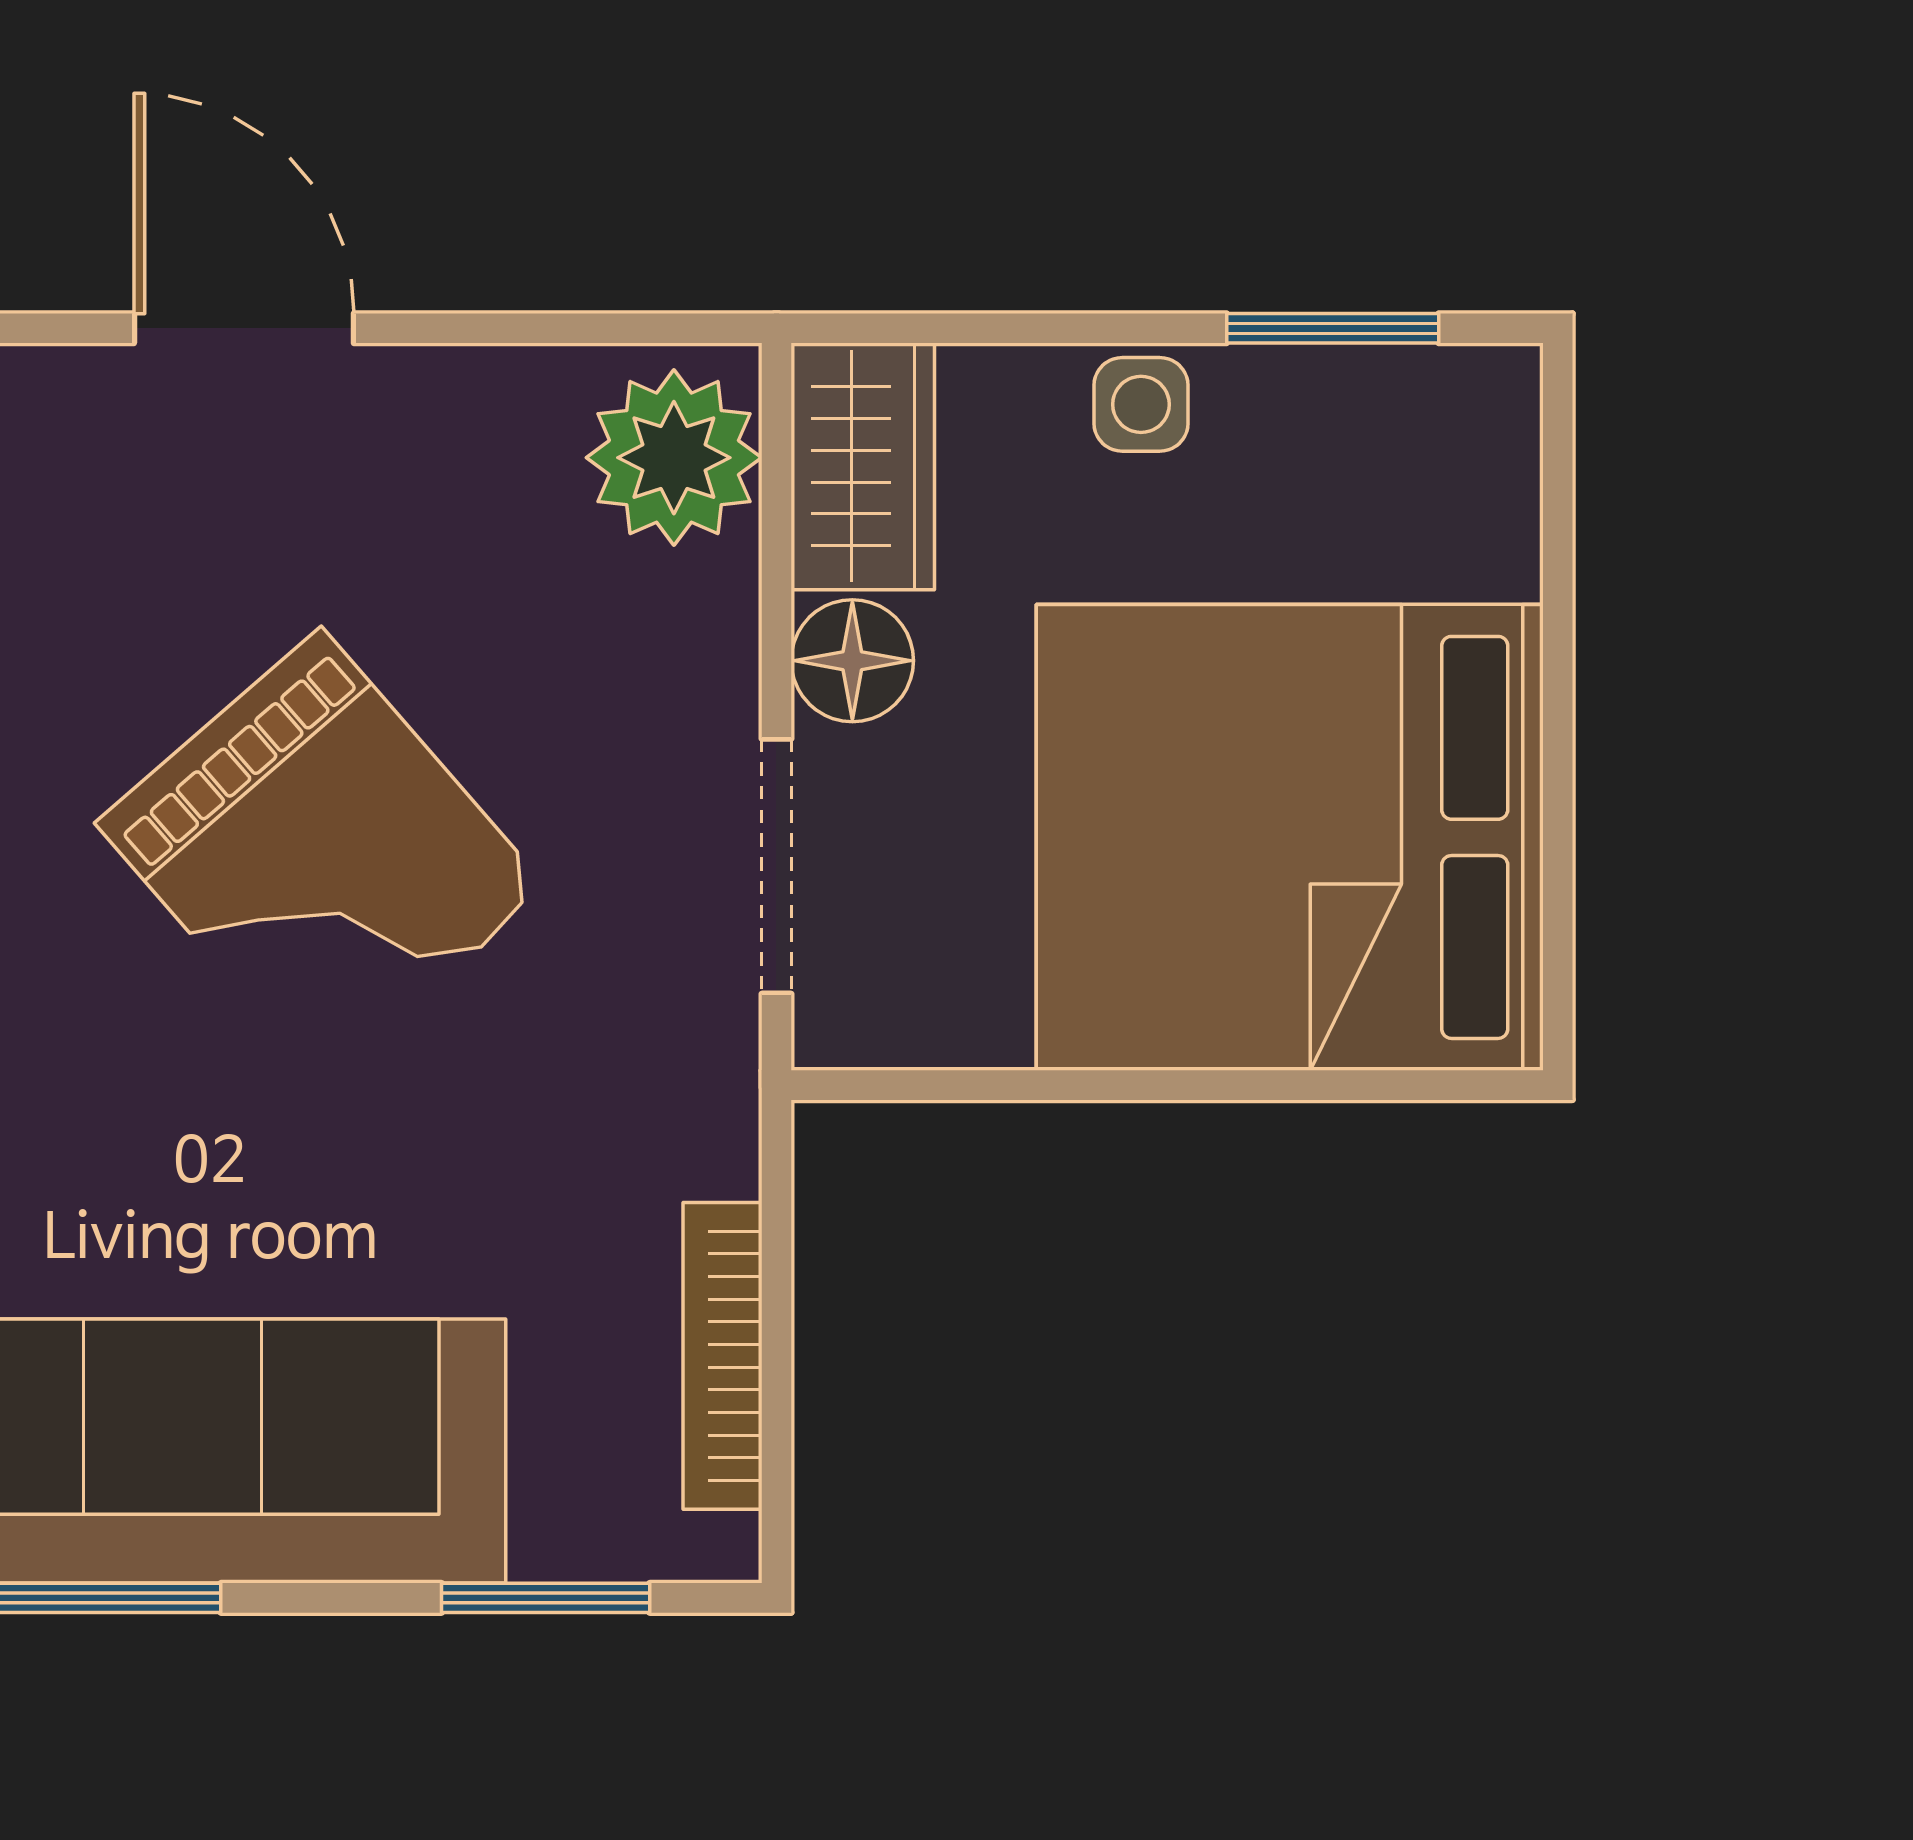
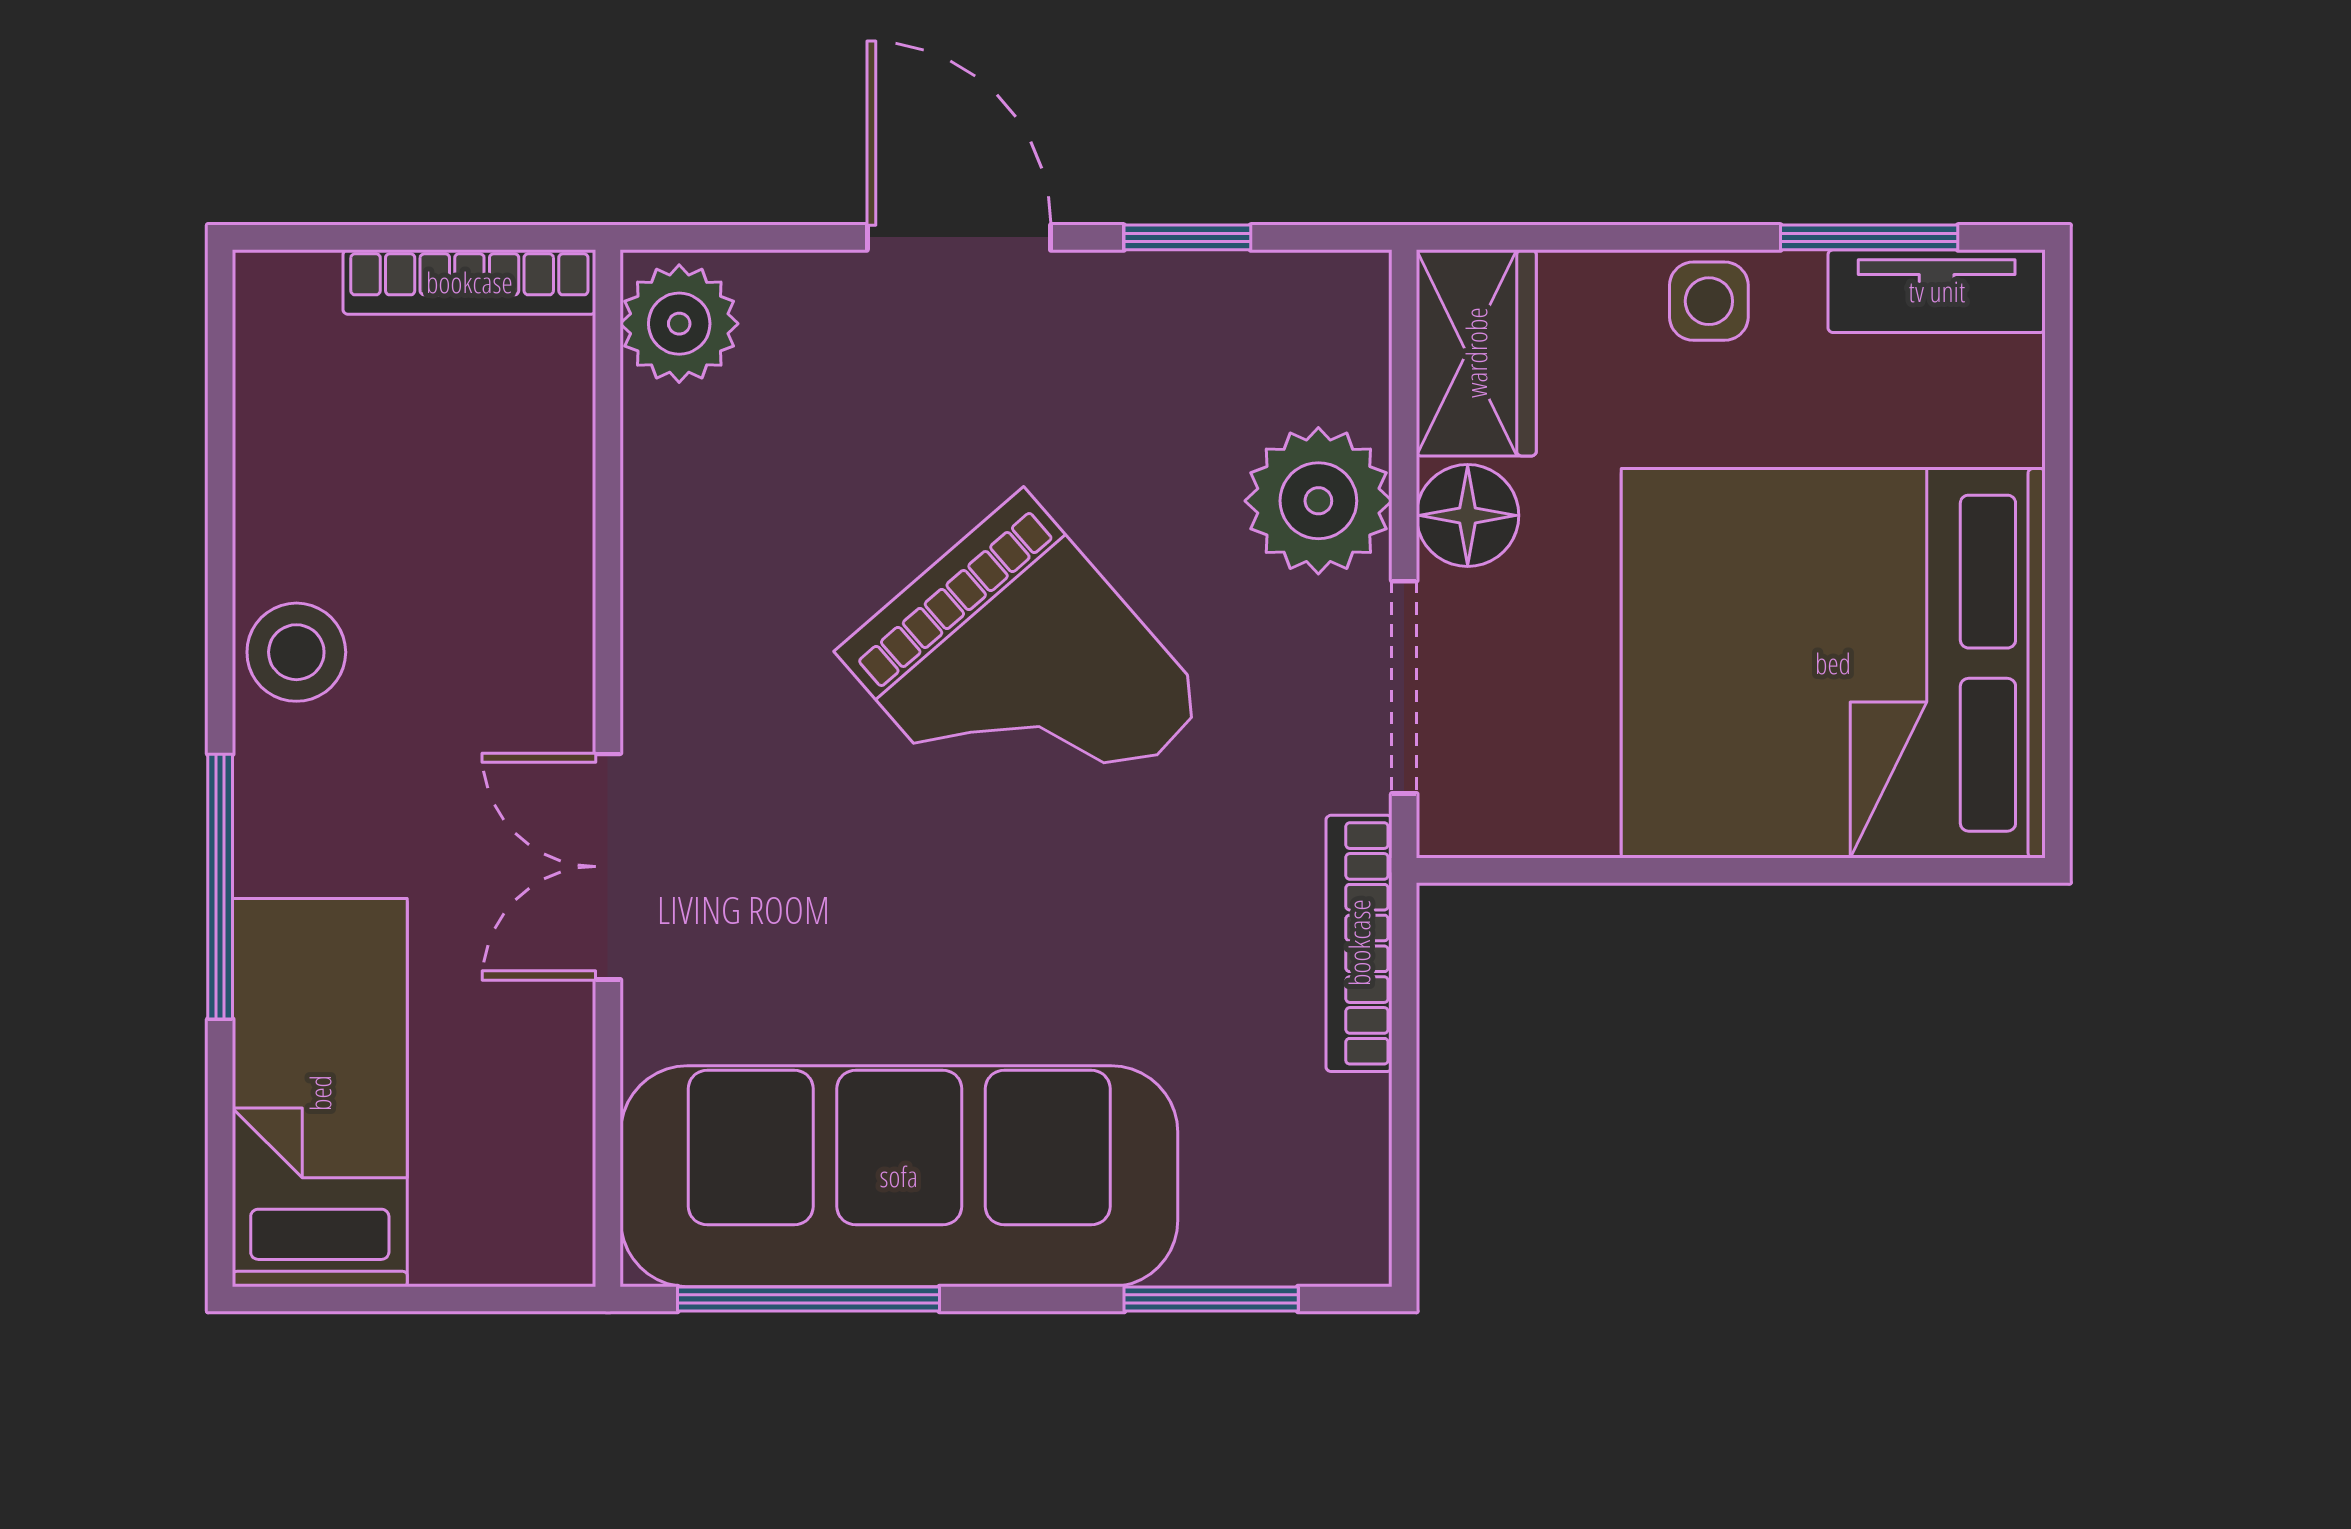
window: (517, 328) -> (1187, 237), added
tv unit: (1413, 392) -> (1937, 291), added
plant: (674, 458) -> (1318, 501), moved
bookcase: (723, 1356) -> (1359, 943), moved

